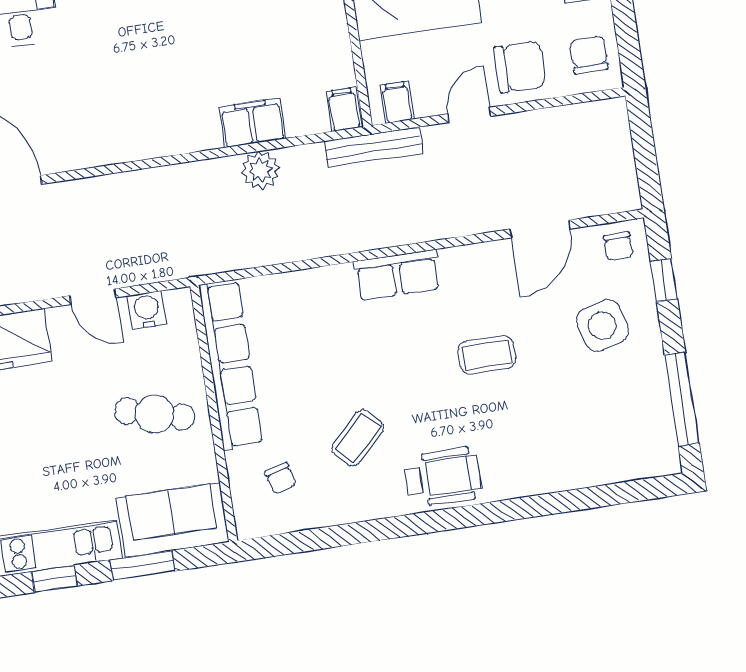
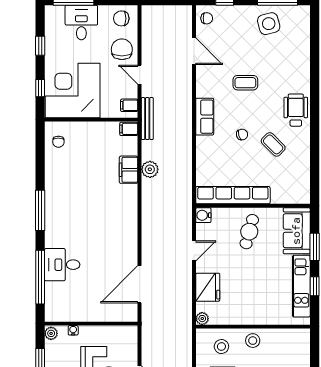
water cooler: (147, 310) -> (203, 215), moved
side table: (602, 326) -> (269, 24), moved
coffee table: (487, 355) -> (245, 83), turned 90
chair: (281, 478) -> (242, 135), moved

